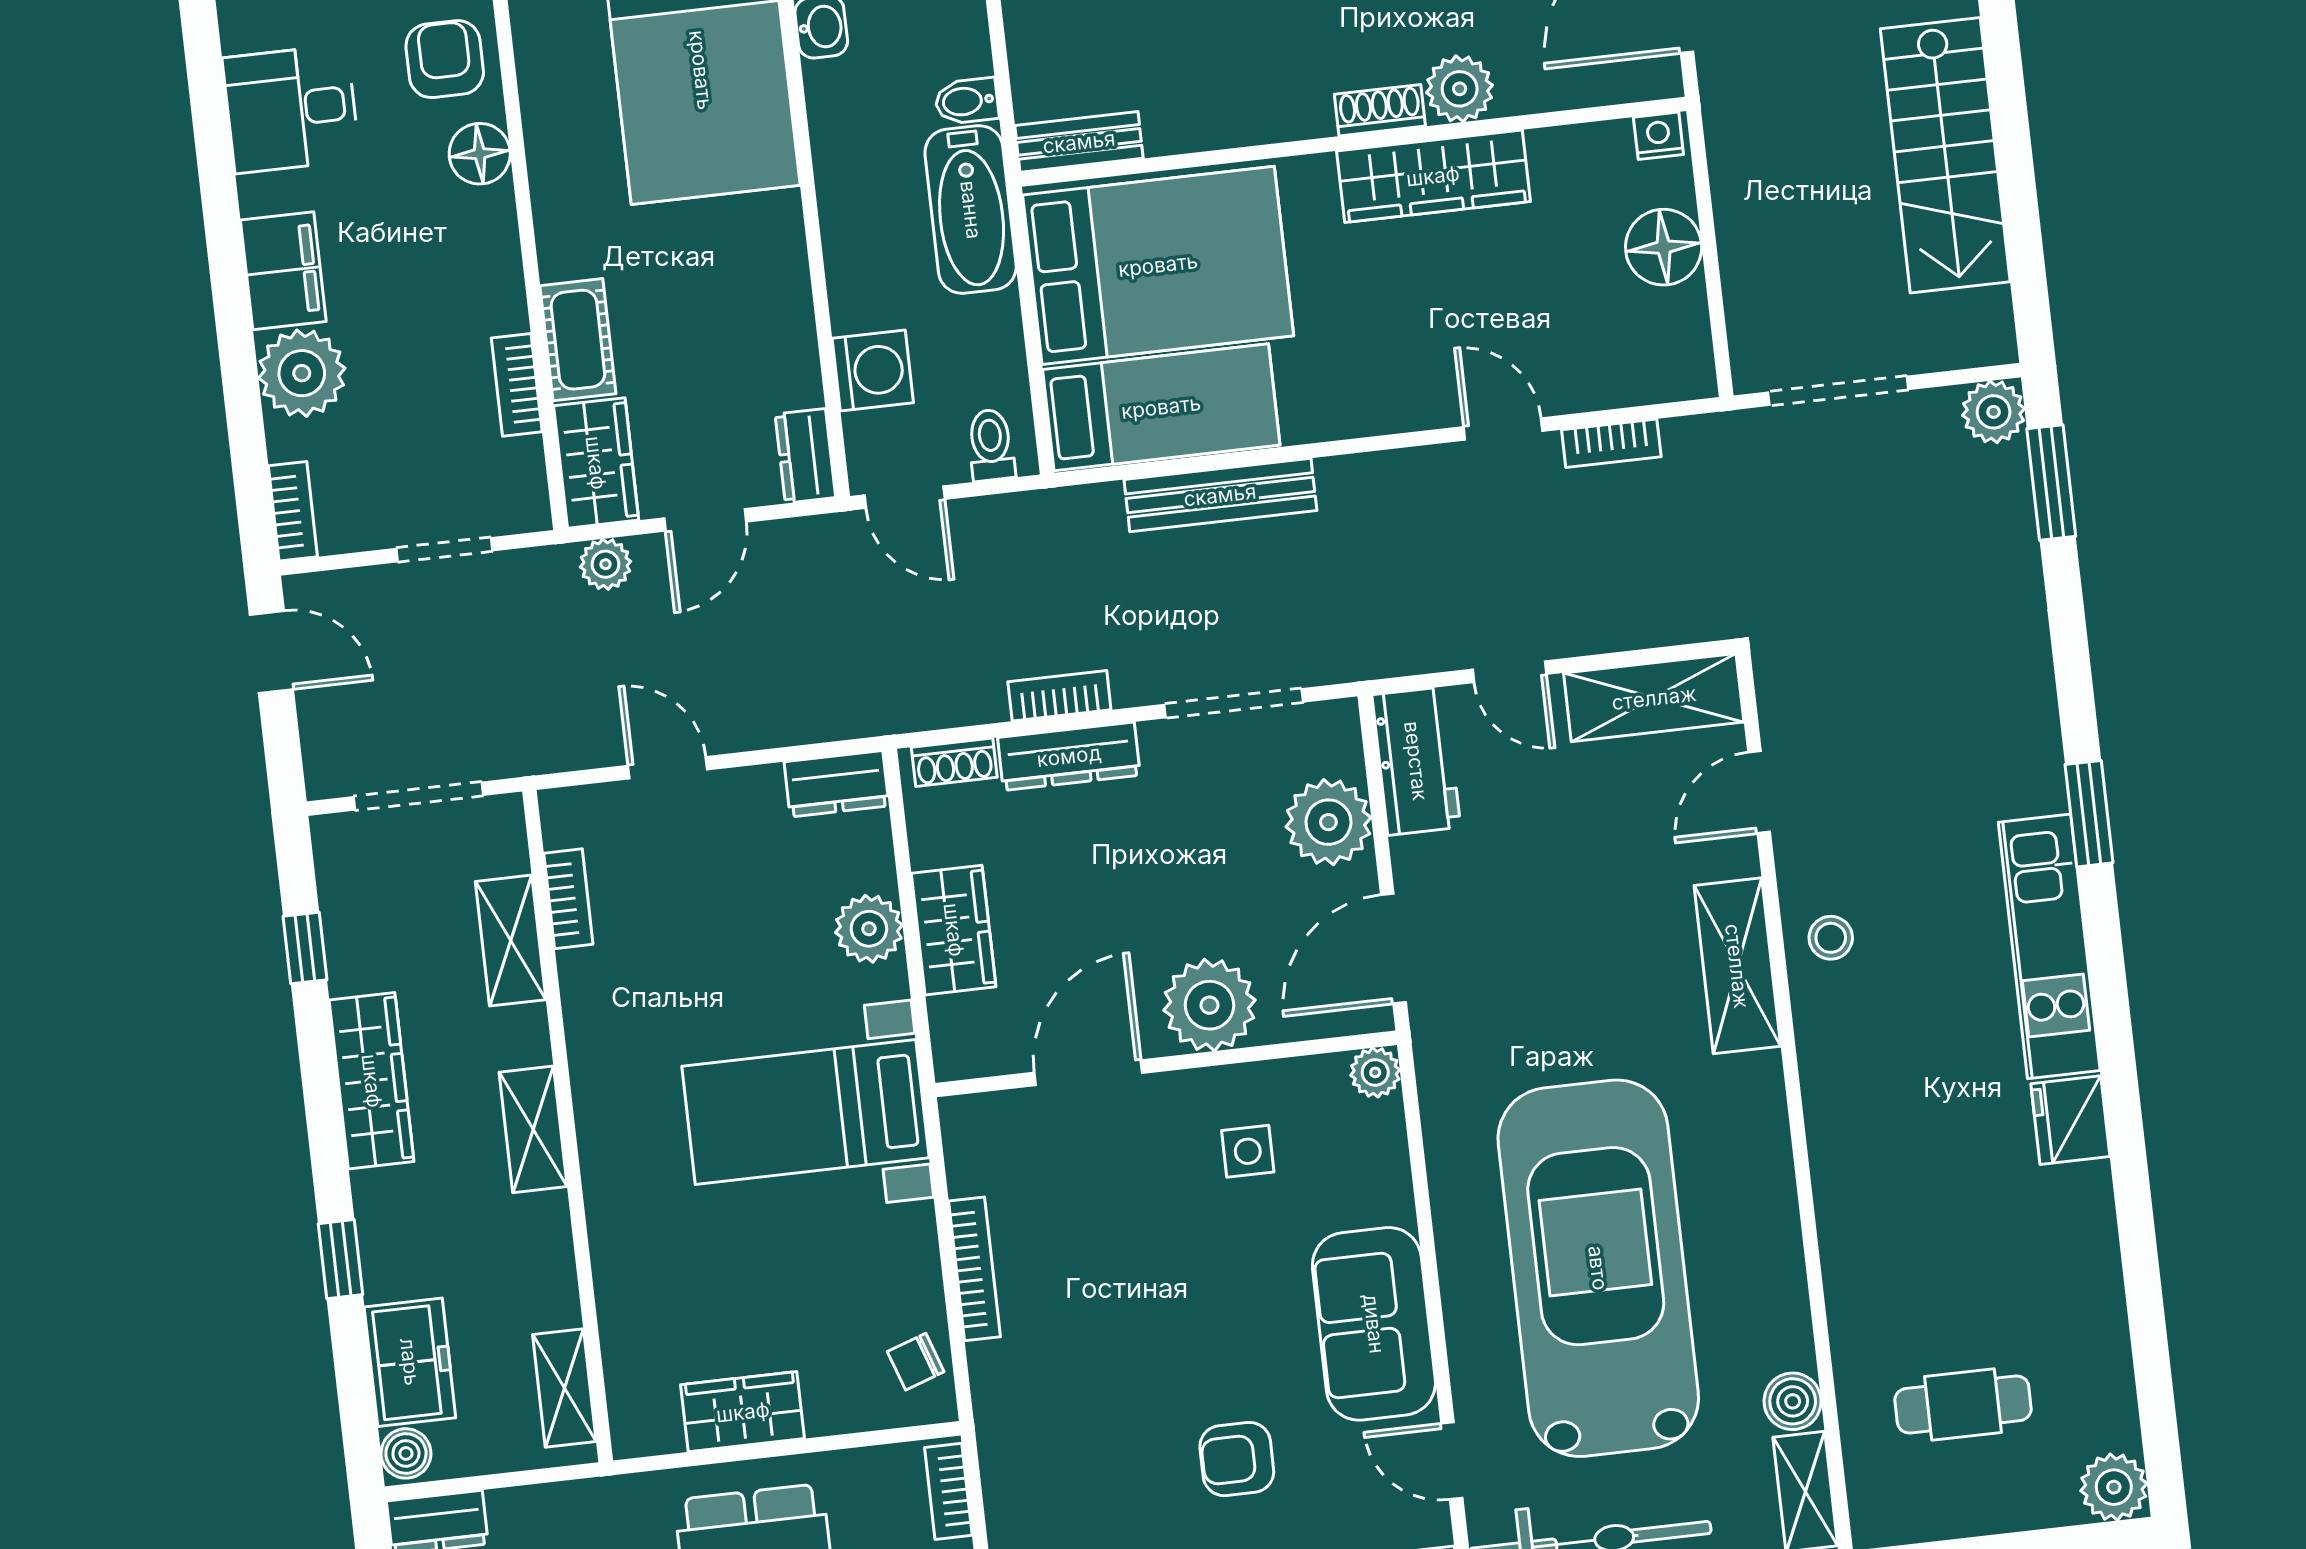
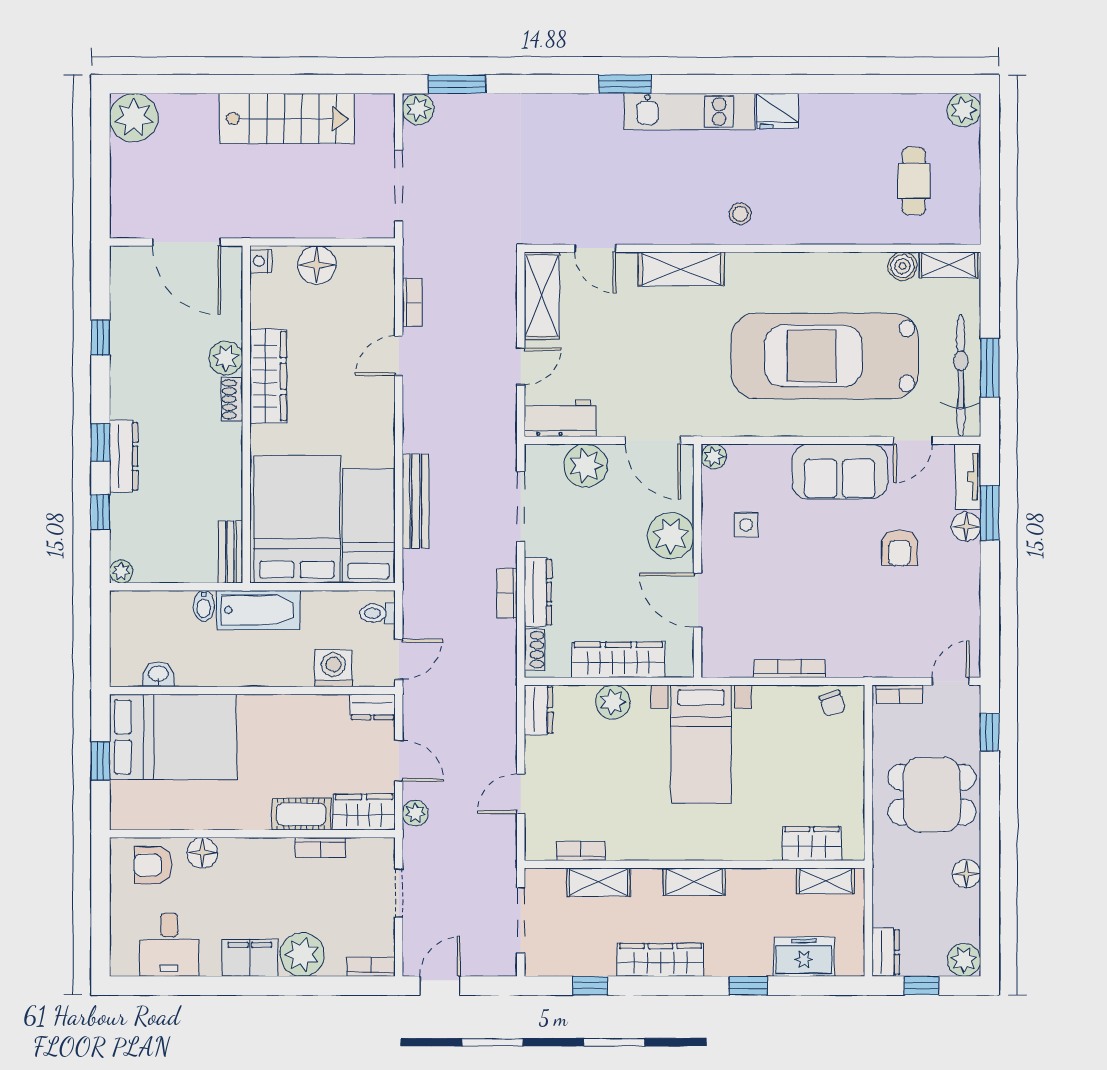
wardrobe: (954, 930) -> (618, 660), width x1.50
stool: (1831, 938) -> (740, 214), moved
wardrobe: (743, 1412) -> (812, 844), moved, turned 90
boiler: (406, 1453) -> (849, 964), removed

